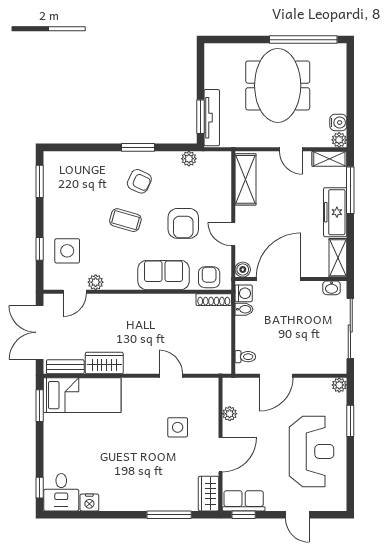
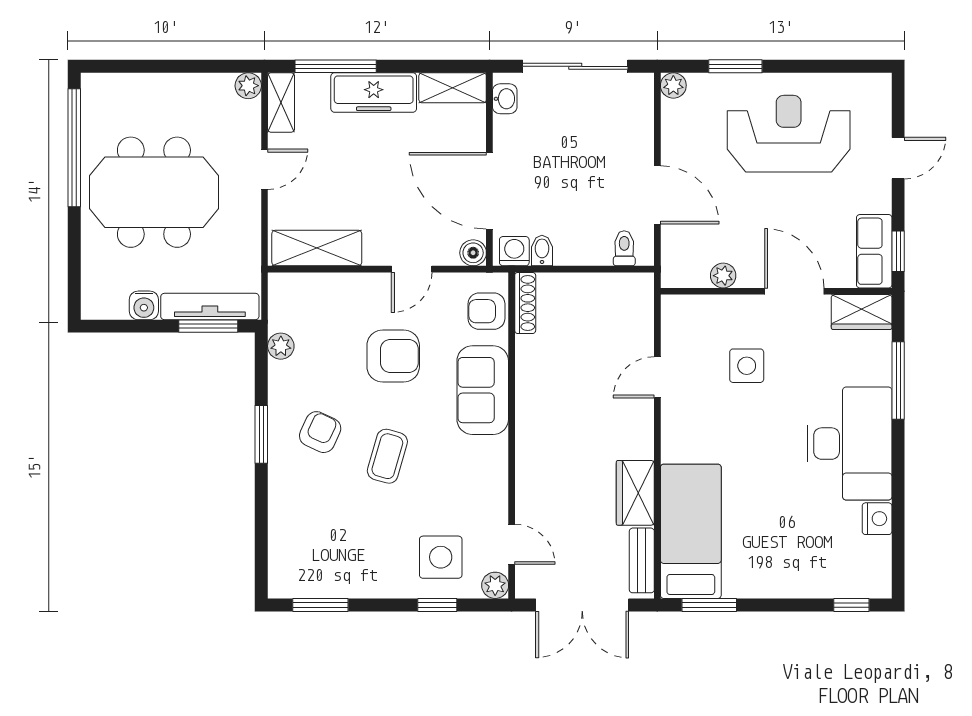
water cooler: (338, 123) -> (144, 305), moved, turned 180
plant: (96, 282) -> (495, 585), moved
desk: (61, 492) -> (849, 444), moved, width x1.87, depth x1.30

